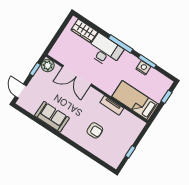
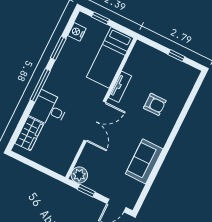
desk: (105, 51) -> (49, 109), width x0.73
nightstand: (143, 68) -> (77, 32), moved
double door: (77, 75) -> (95, 121), moved
armchair: (95, 130) -> (155, 104), turned 90

